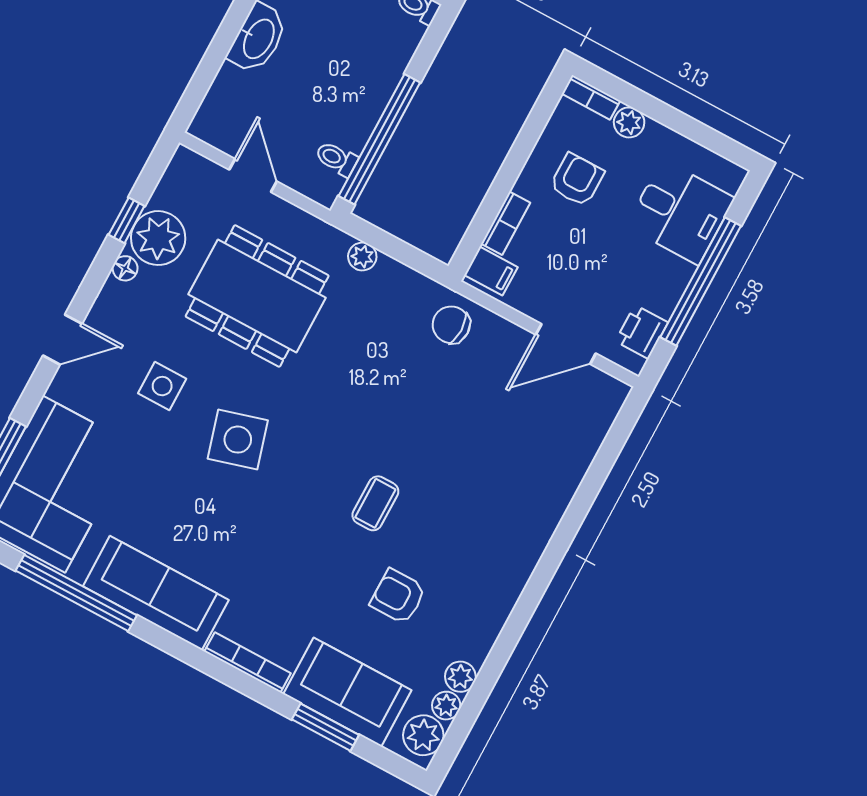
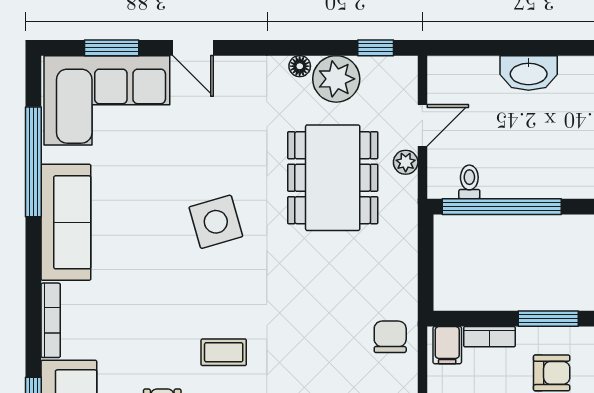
window: (520, 153) -> (548, 319), added
window: (127, 220) -> (376, 48), moved
plant: (362, 257) -> (406, 162), moved
door: (62, 340) -> (193, 48), moved
side table: (162, 386) -> (226, 142), removed

